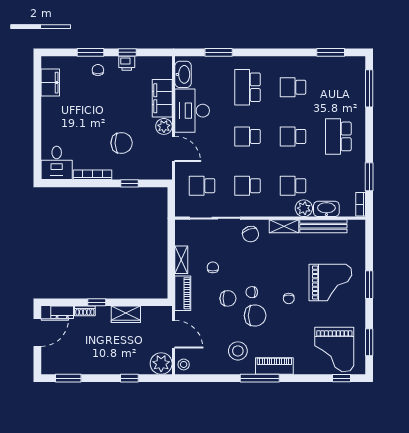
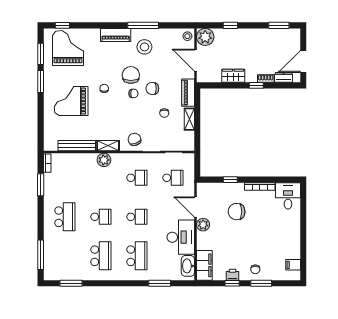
filing cabinet: (50, 83) -> (293, 265), width x0.50
school desk: (293, 87) -> (101, 256), width x1.85
filing cabinet: (162, 98) -> (204, 265), moved
school desk: (293, 186) -> (101, 178), removed
plant: (304, 208) -> (104, 160), moved
washbasin: (326, 209) -> (74, 159), removed
window: (369, 285) -> (41, 81), moved
chair: (255, 316) -> (131, 75), turned 90
window: (260, 378) -> (143, 25), moved

